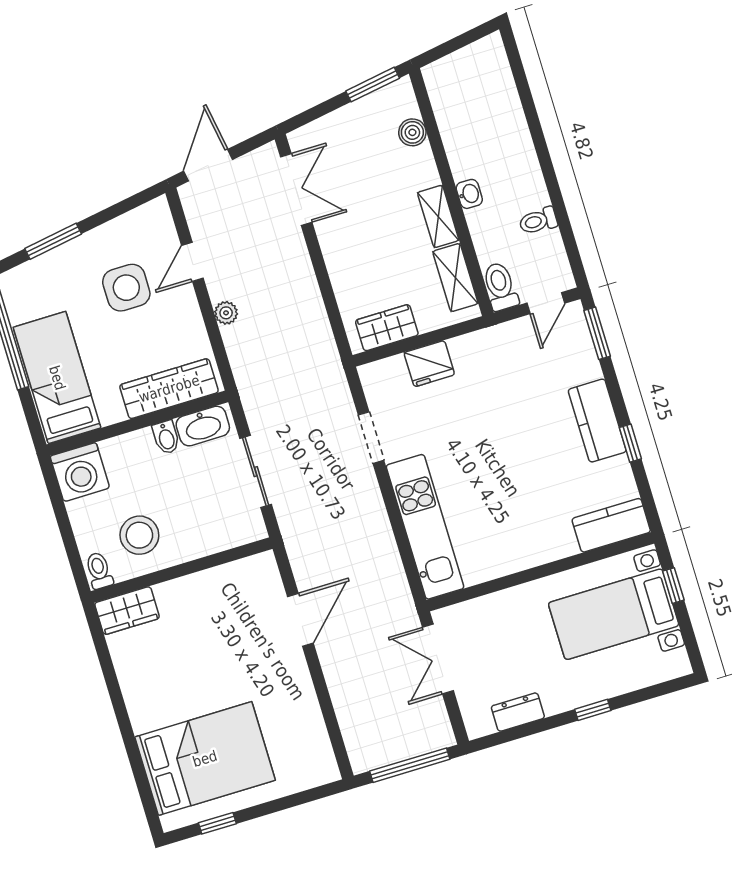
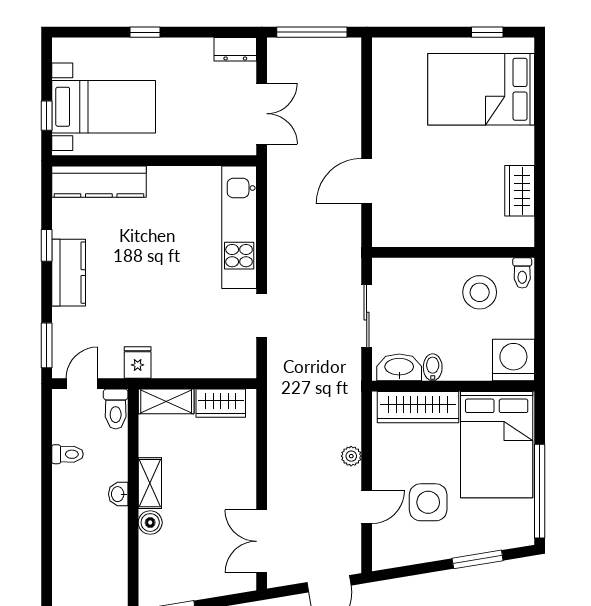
boiler: (412, 132) -> (150, 523), moved
shelving: (455, 278) -> (166, 401), moved, turned 90
fridge: (429, 364) -> (138, 362), moved, width x0.72
bed: (57, 378) -> (497, 445), width x1.50
kitchen counter: (611, 525) -> (99, 182), width x1.50
wardrobe: (127, 611) -> (520, 191), moved, turned -90
dresser: (518, 712) -> (235, 49), moved

